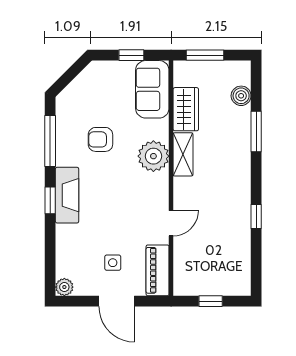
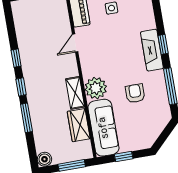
sofa: (152, 89) -> (103, 128), width x1.36
boiler: (241, 96) -> (44, 159), moved
armchair: (100, 139) -> (135, 93), turned -90
window: (256, 176) -> (21, 87), added

